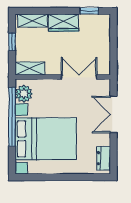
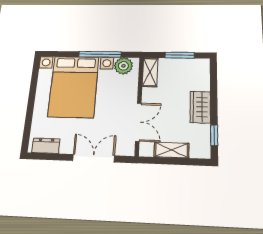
shelving: (33, 21) -> (171, 150), moved, turned 90
window: (12, 42) -> (180, 55), width x1.50
window: (12, 117) -> (100, 54), width x0.68

